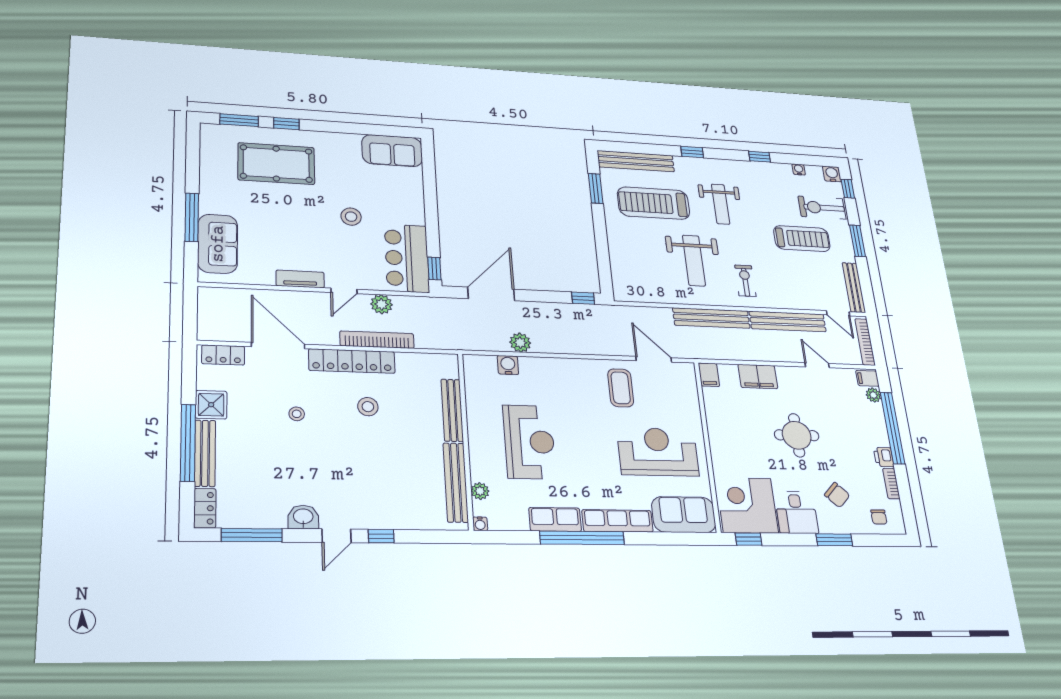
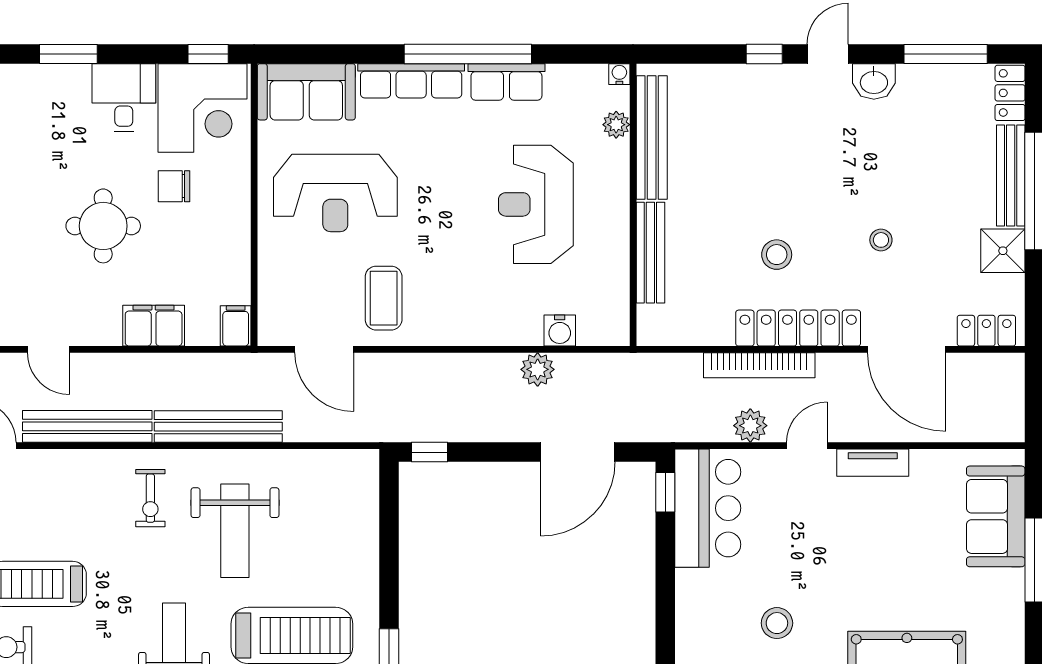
stool: (351, 217) -> (777, 623), moved
weight bench: (694, 261) -> (235, 531), turned 180
chair: (837, 495) -> (174, 186), moved, turned -44

